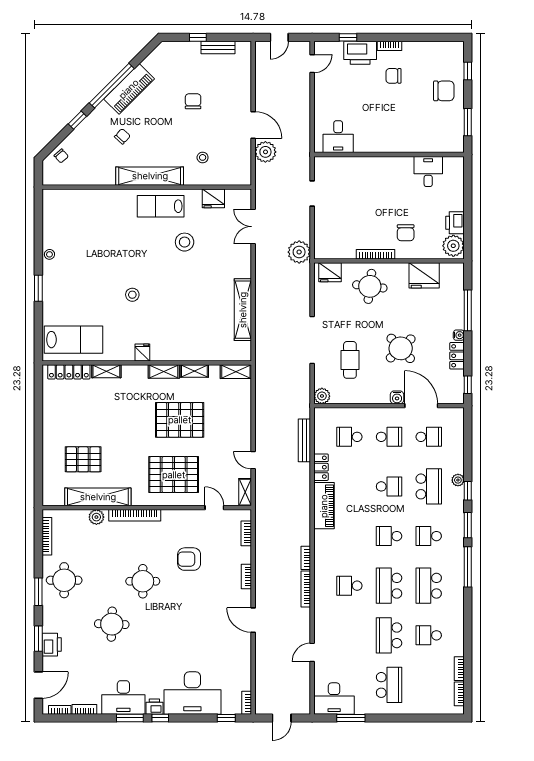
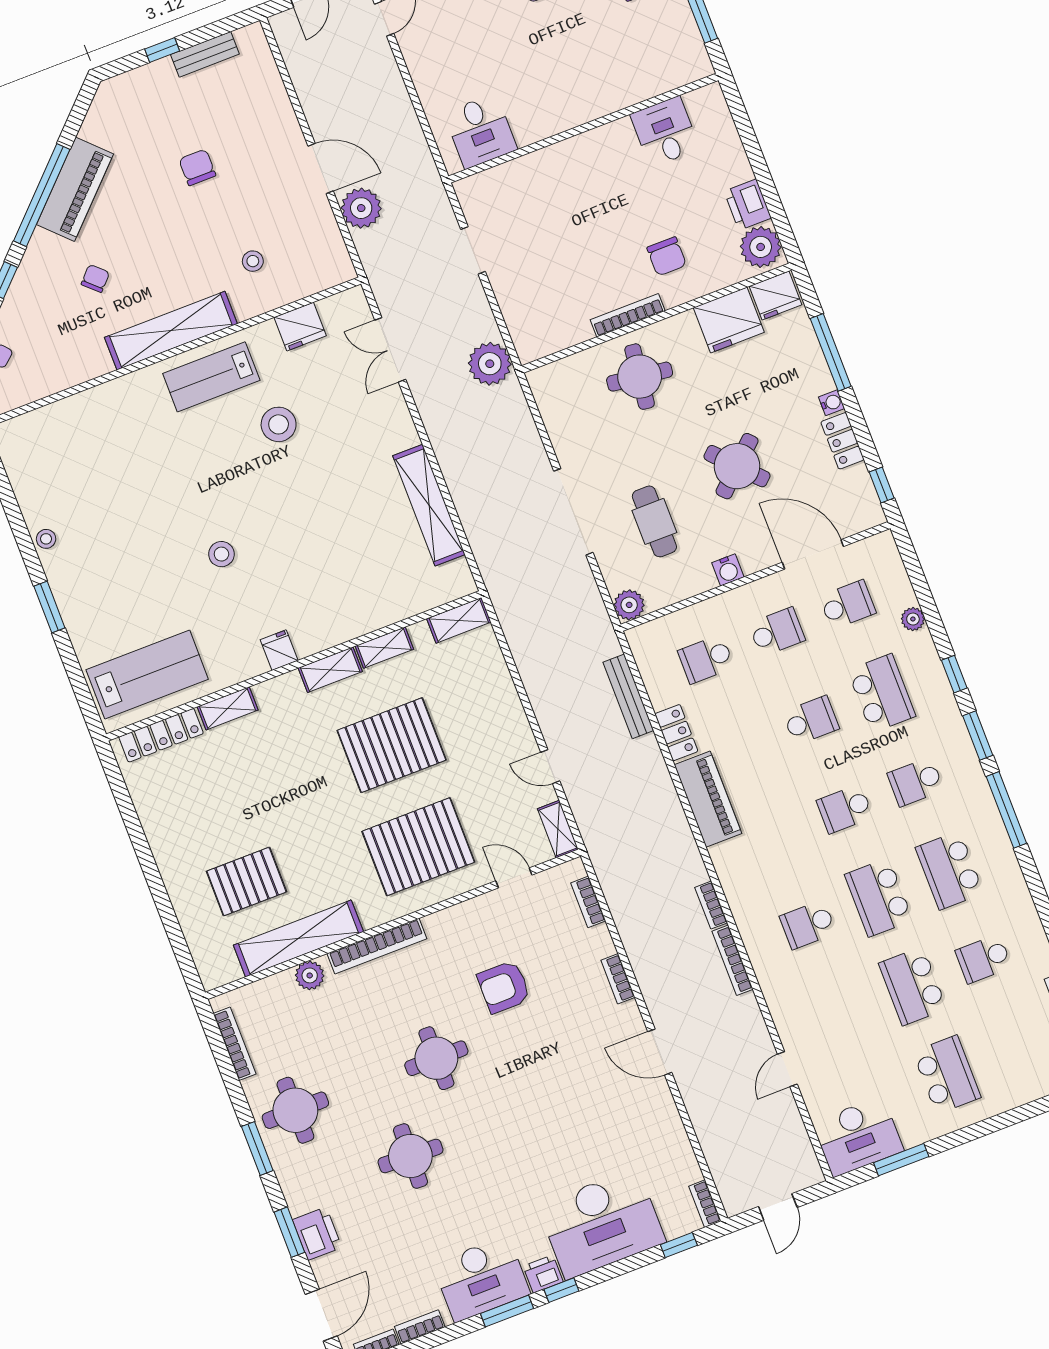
fridge: (330, 272) -> (775, 295), moved
water cooler: (397, 397) -> (728, 570), moved
plant: (458, 480) -> (913, 619), moved

